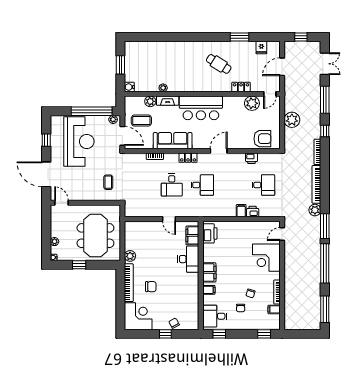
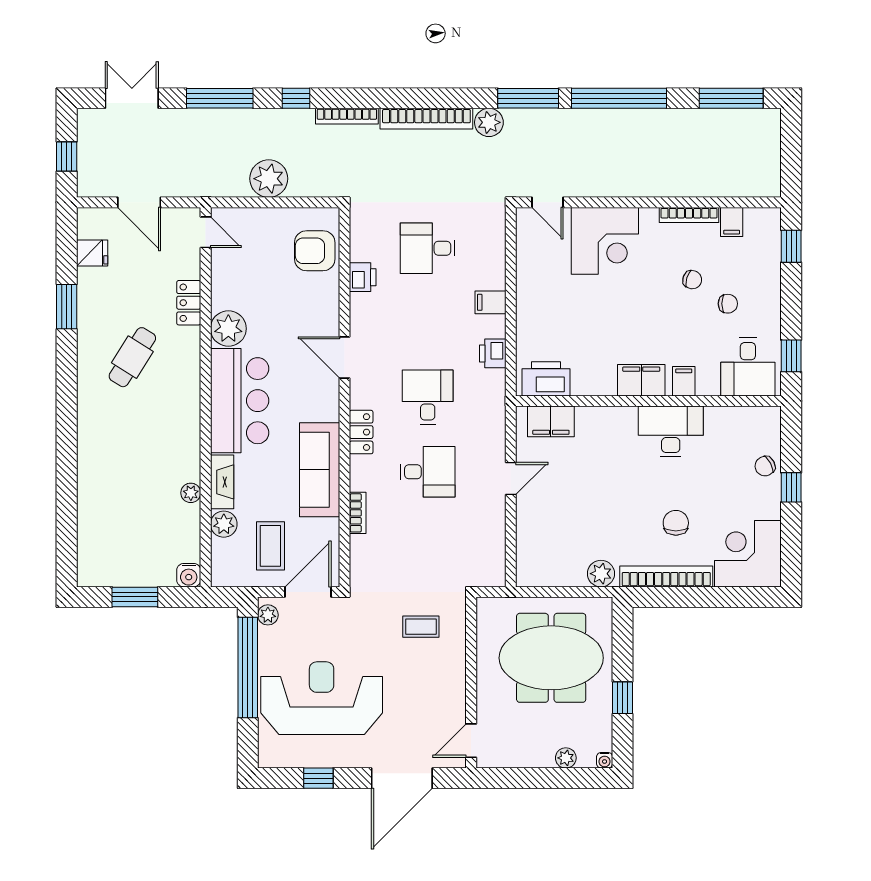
plant: (252, 103) -> (228, 329), moved
armchair: (262, 139) -> (315, 251), turned -90
desk: (263, 185) -> (428, 248), turned -90
printer: (253, 212) -> (493, 353), moved
desk: (188, 259) -> (671, 431), moved

